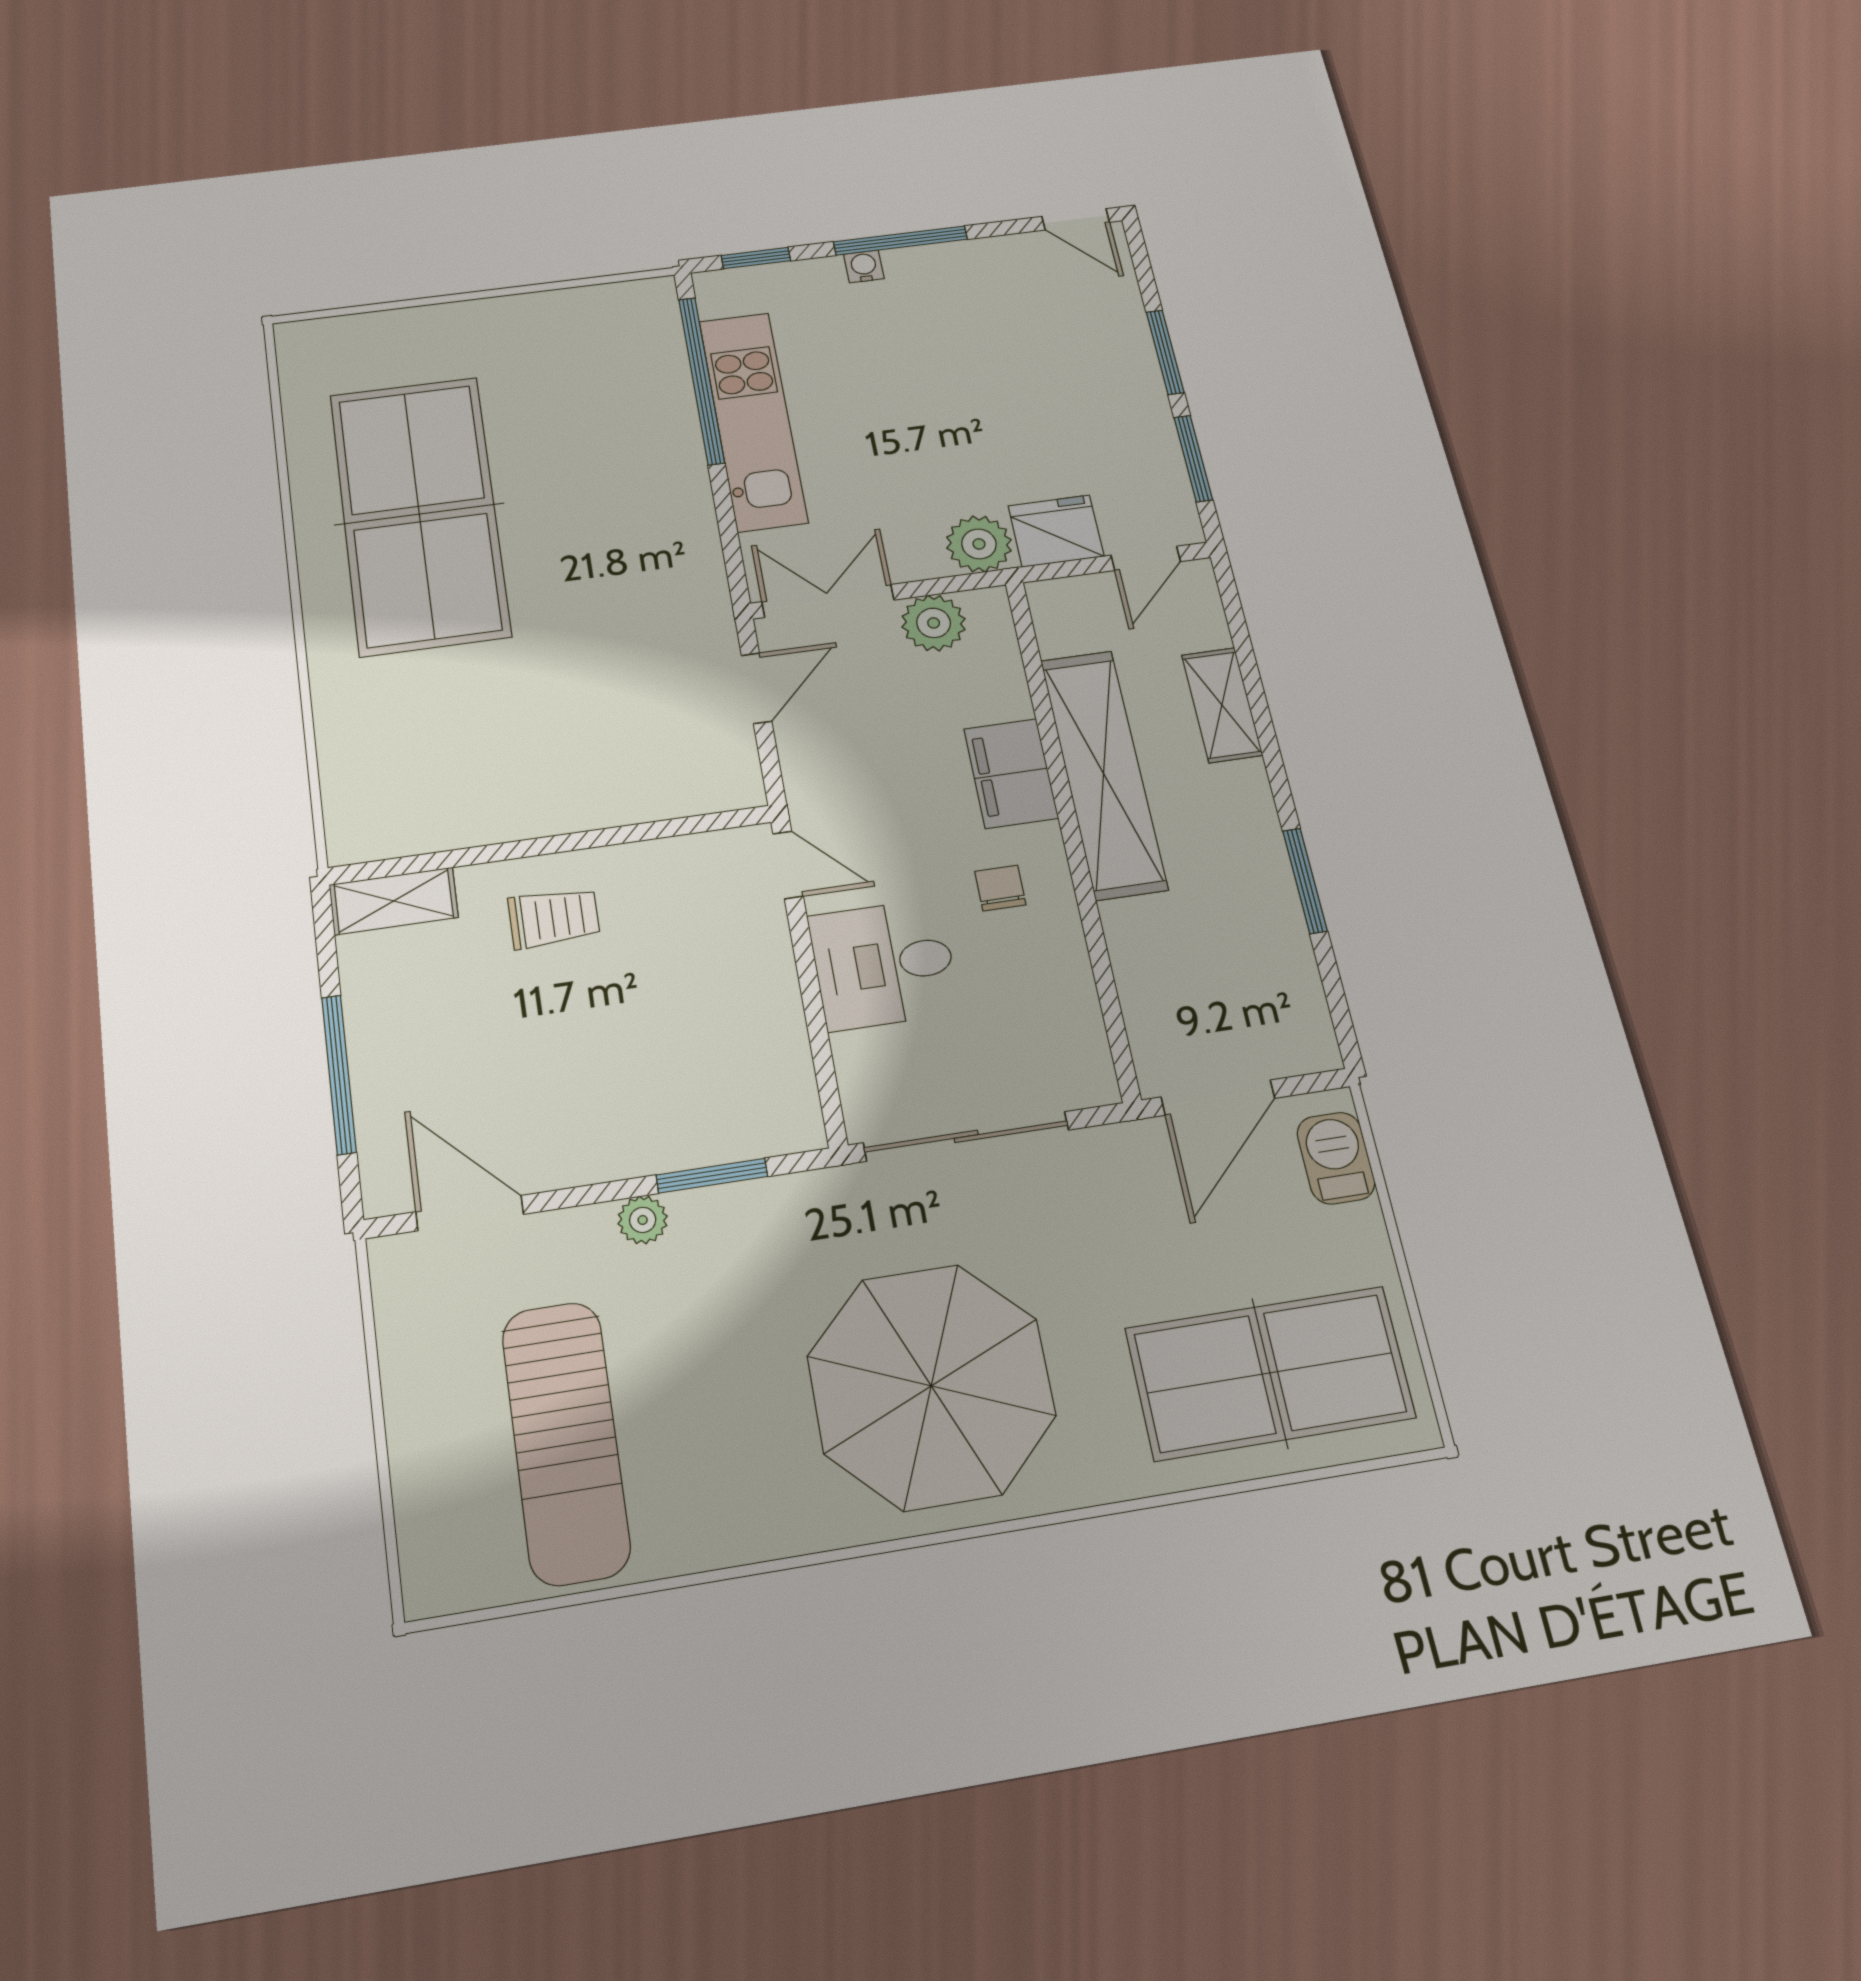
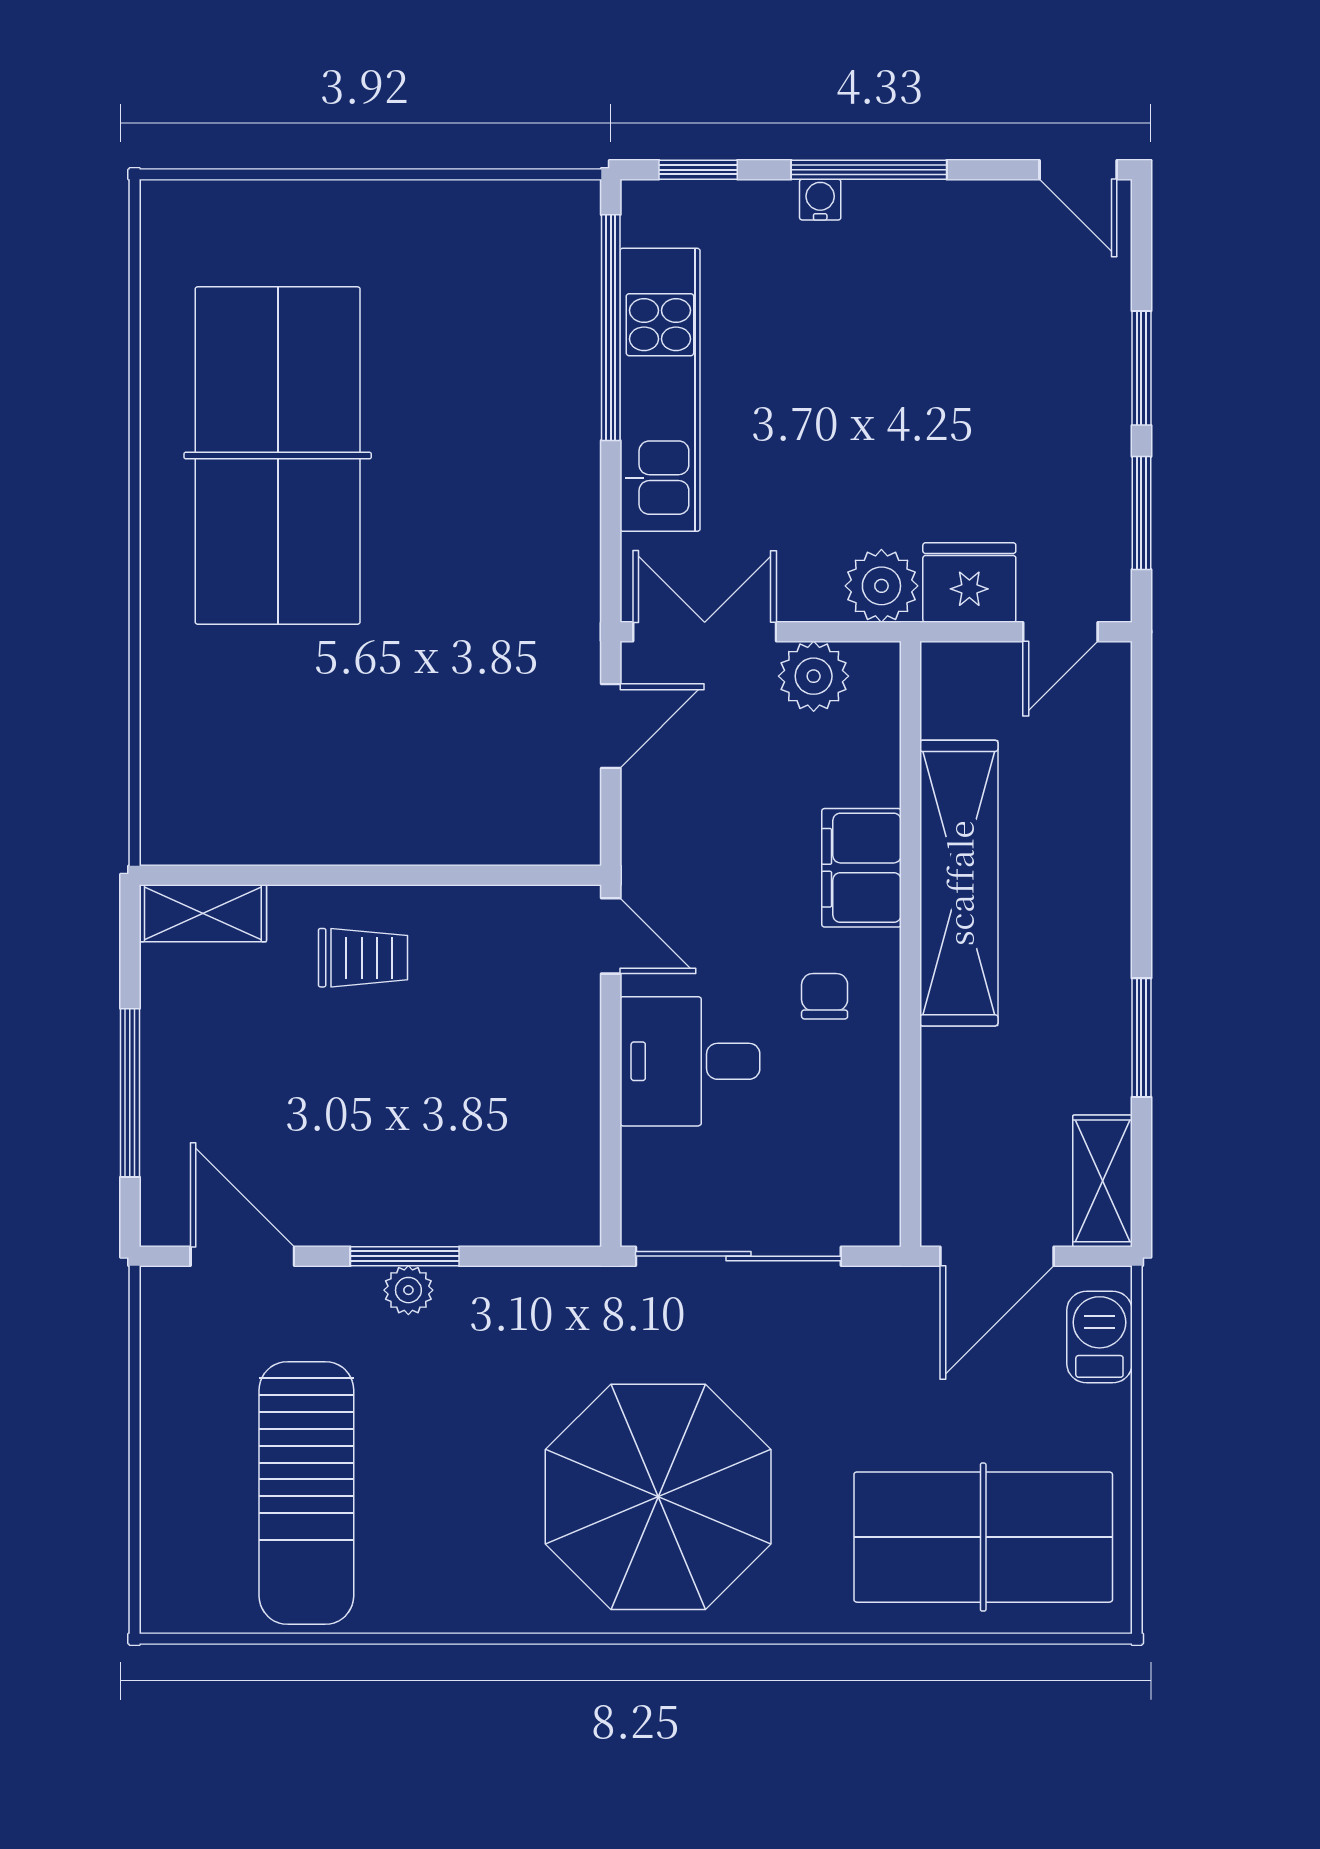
shelving: (1222, 705) -> (1102, 1181), moved
window: (712, 1176) -> (405, 1256), moved

